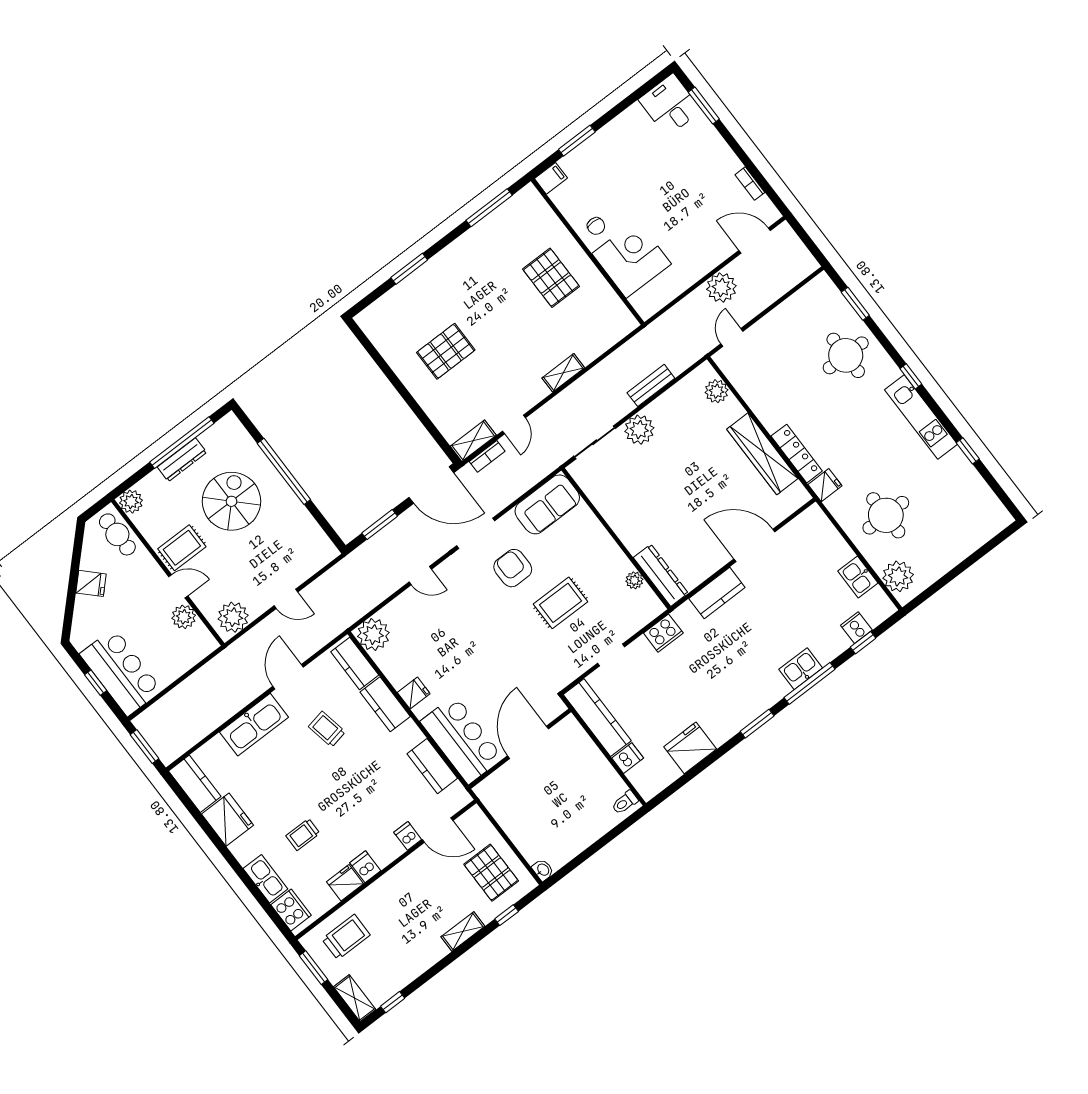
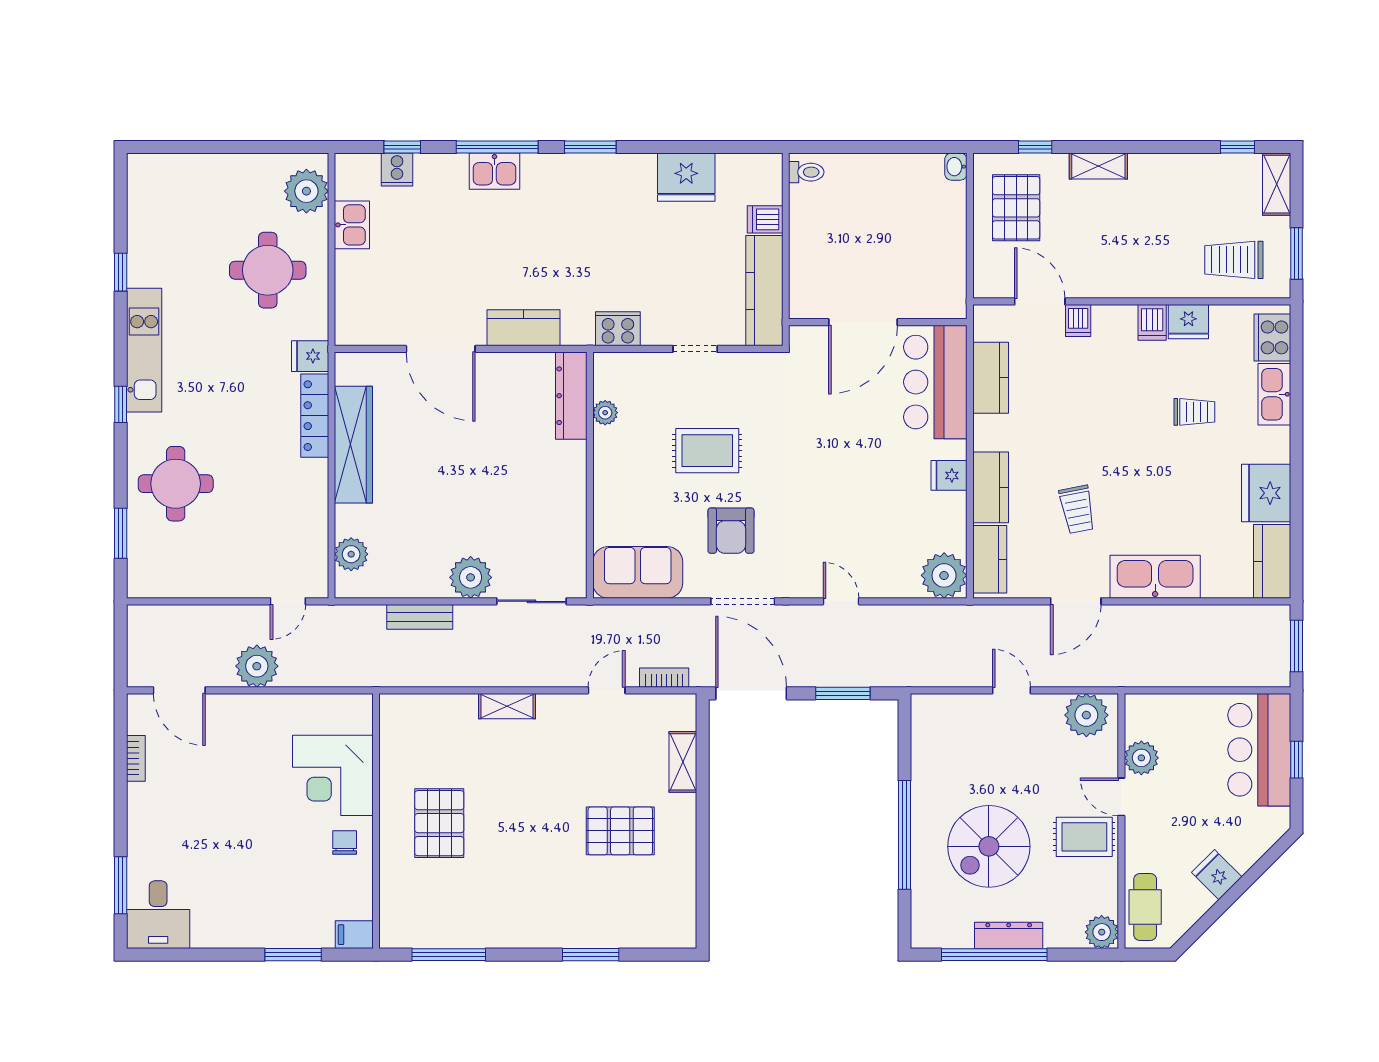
shelving: (473, 441) -> (683, 762), moved, turned 90

